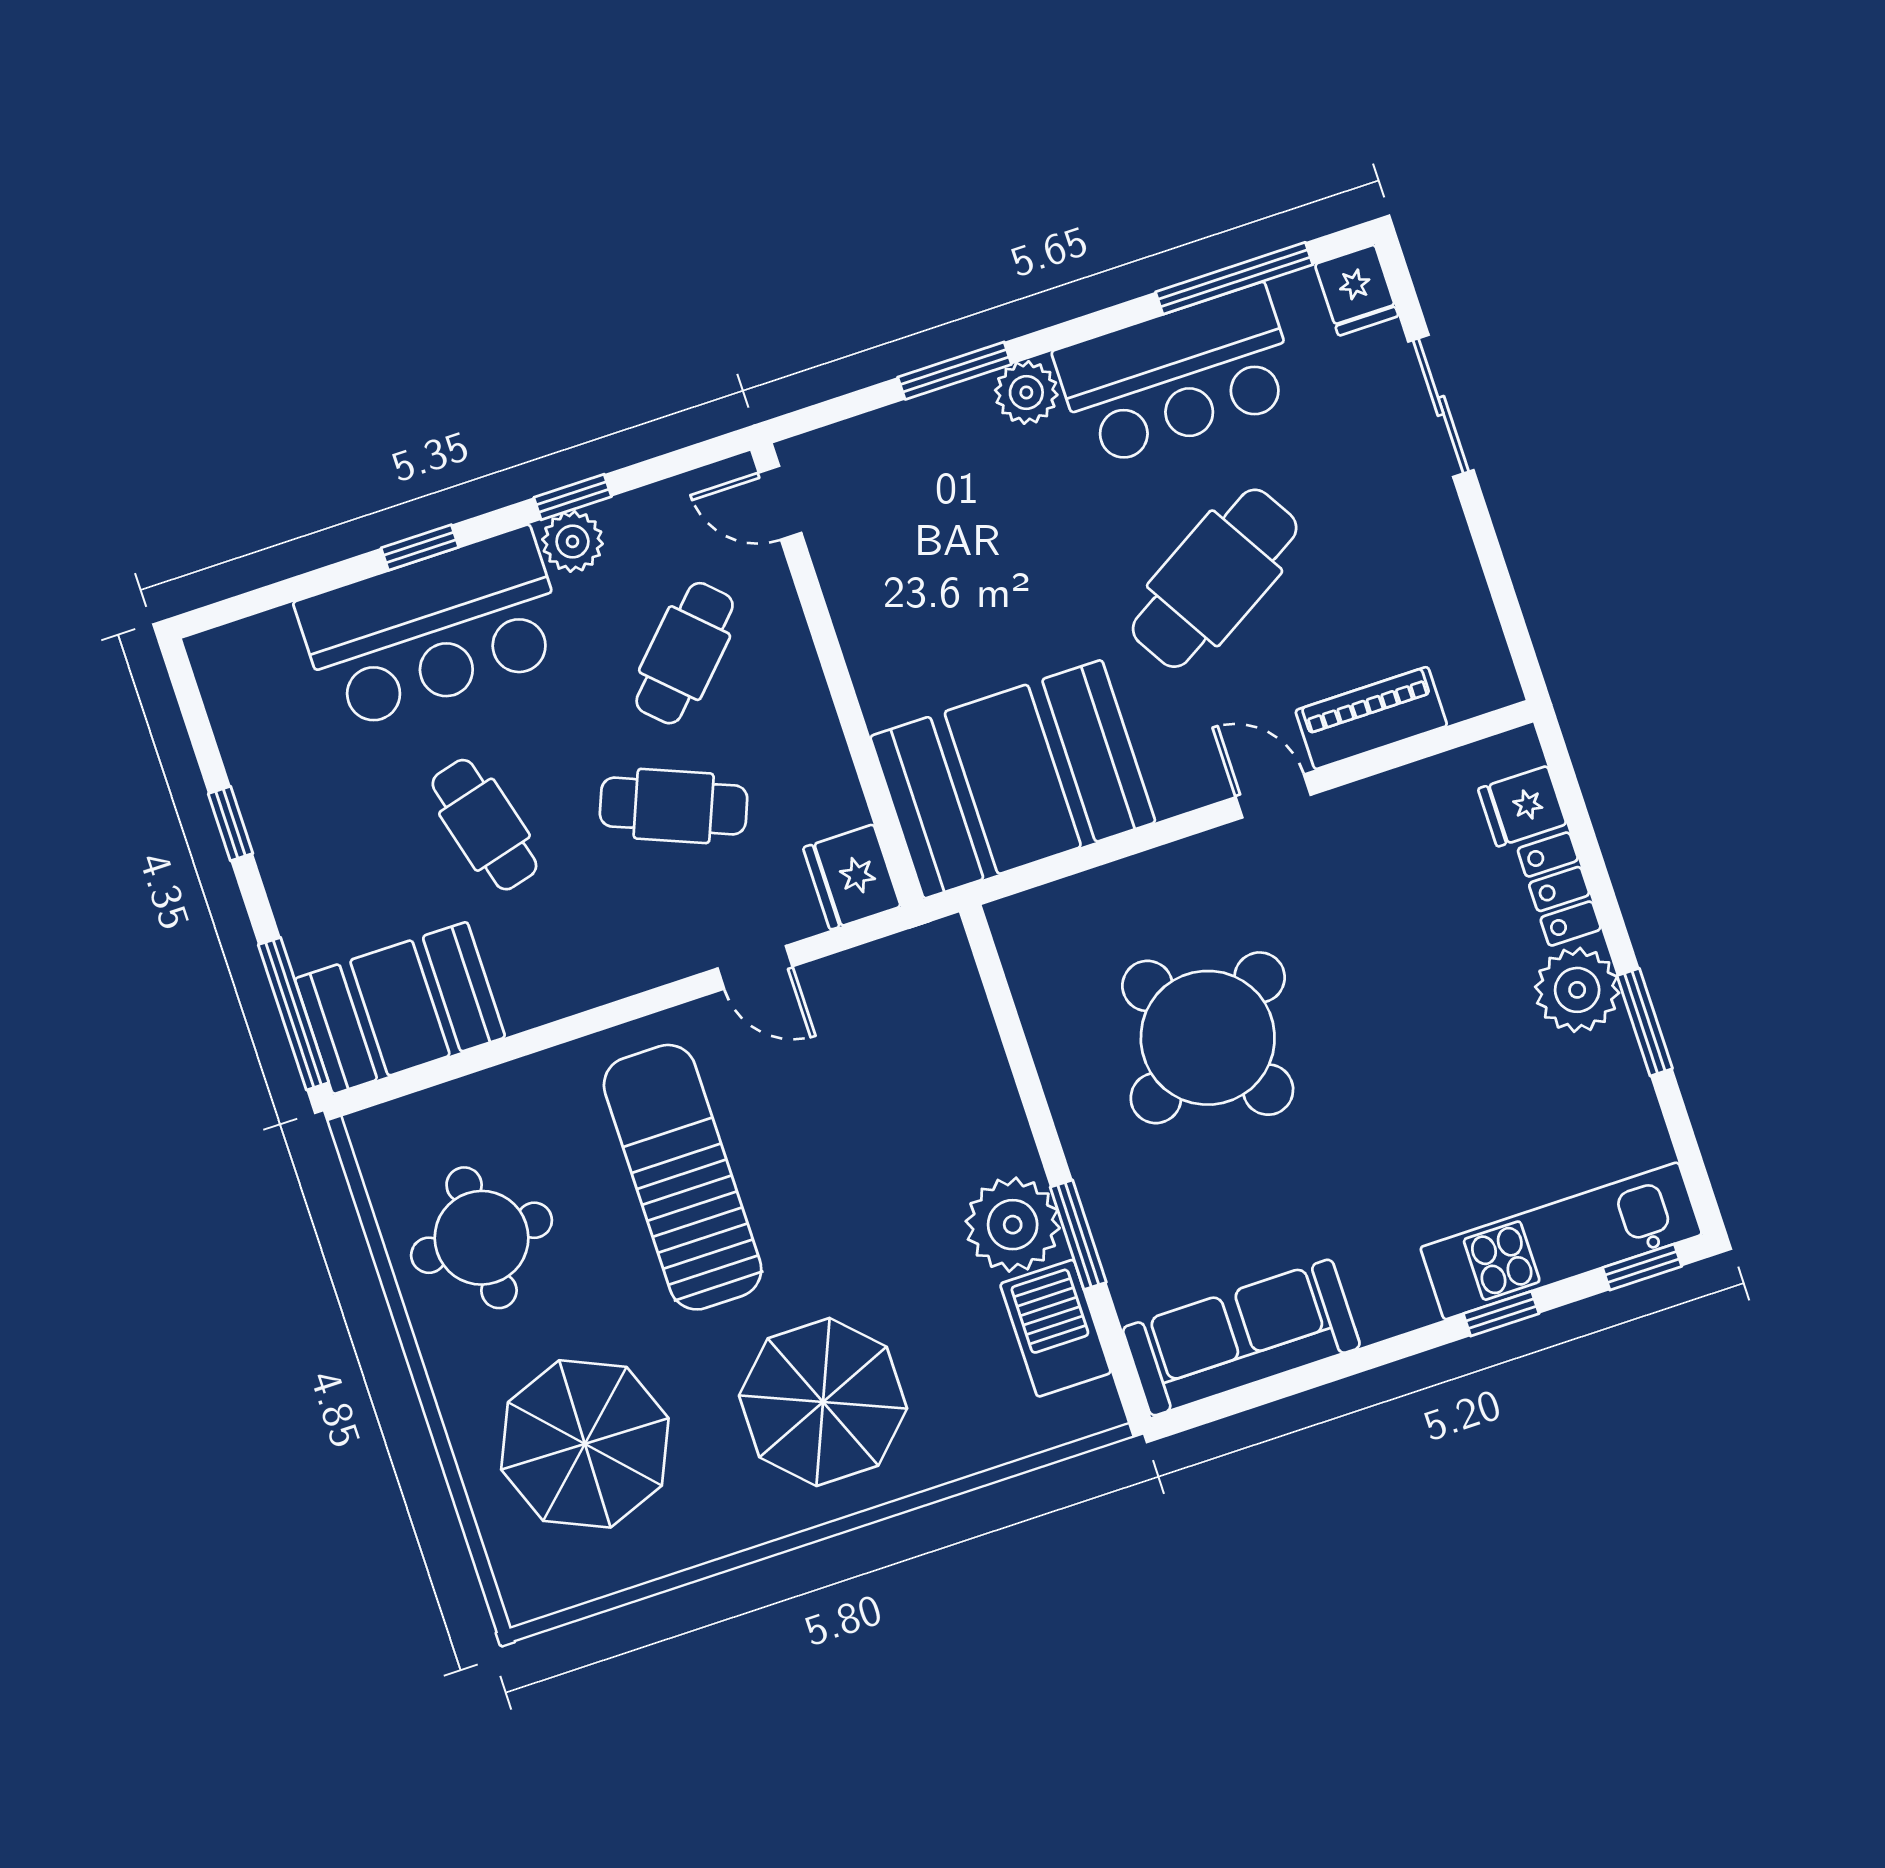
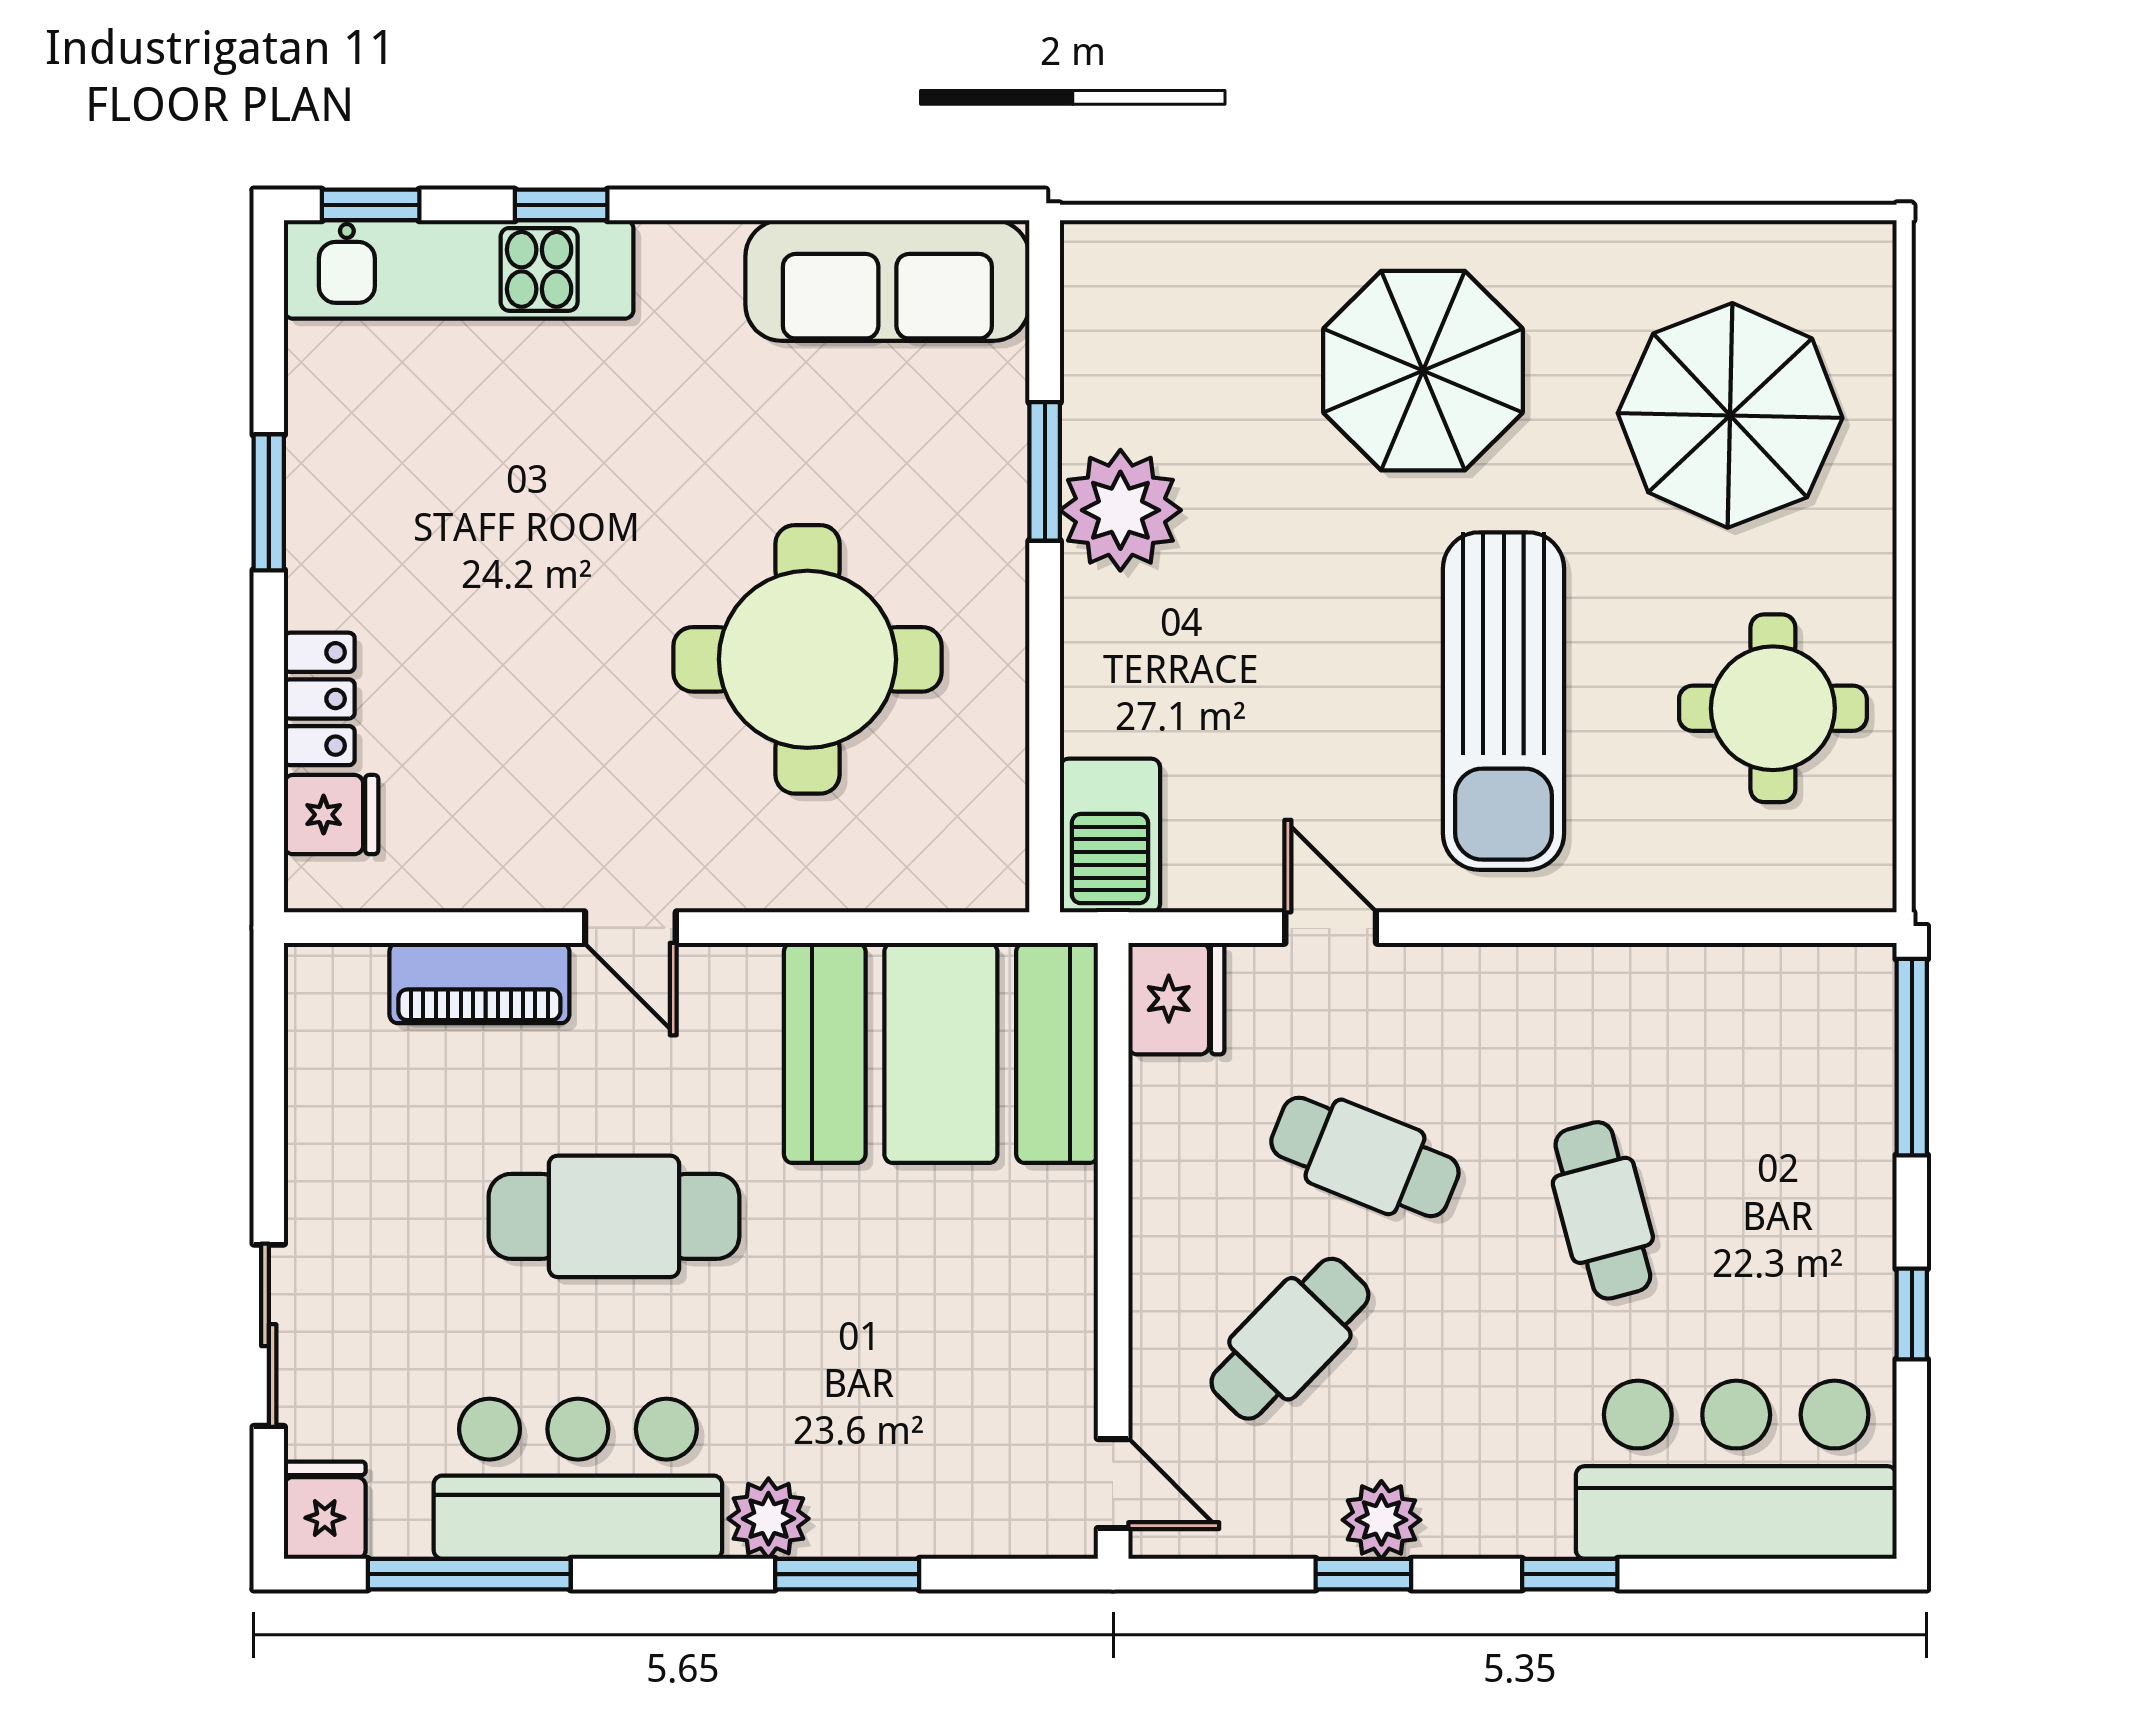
cafe table: (1215, 578) -> (614, 1216), turned 31
bar counter: (433, 629) -> (1736, 1470), moved
plant: (1577, 990) -> (338, 569), removed
booth: (400, 1008) -> (1780, 1021), removed
round table: (1208, 1038) -> (807, 659), turned 31
barbecue: (1056, 1328) -> (1110, 836), moved

